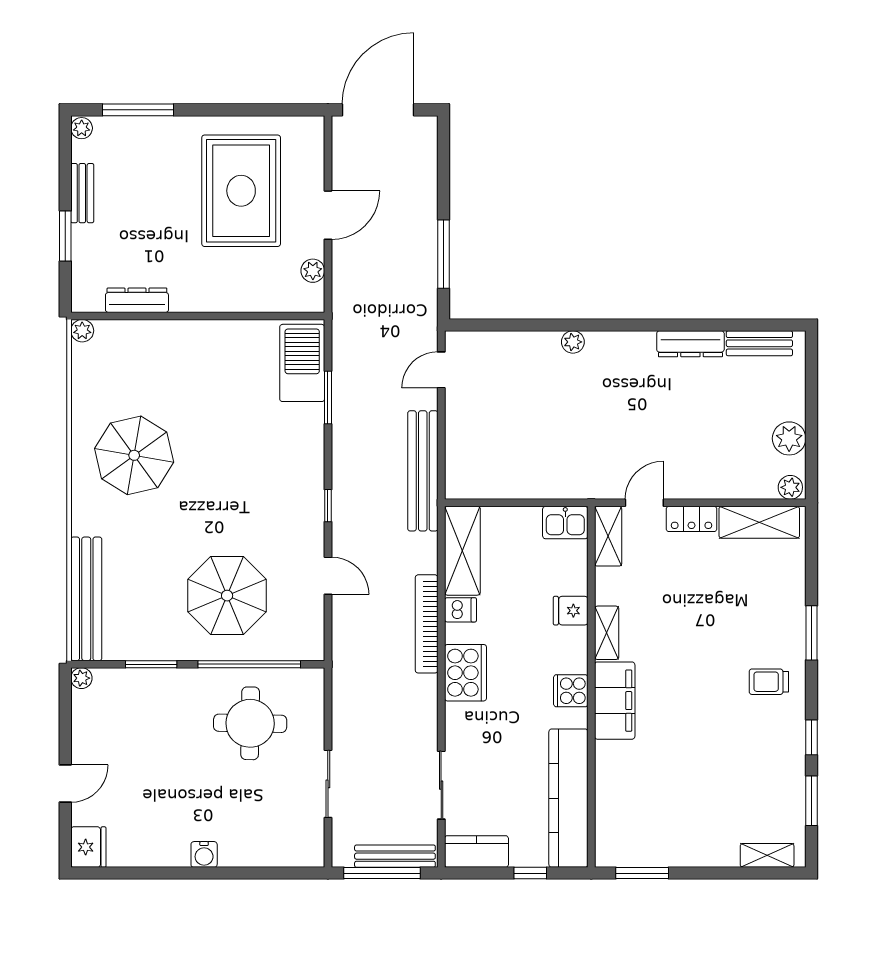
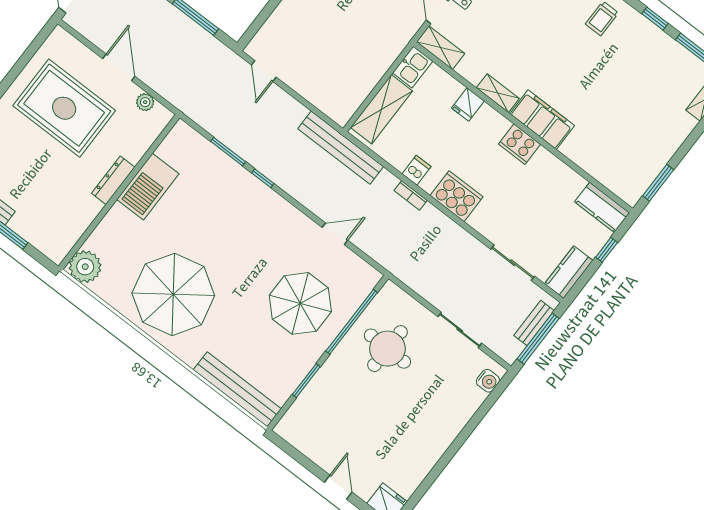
dresser: (137, 300) -> (113, 180), moved
plant: (82, 331) -> (85, 267), width x1.88, depth x1.88
barbecue: (302, 363) -> (148, 187), moved, turned -90
parasol: (134, 455) -> (173, 294), width x1.36, depth x1.36
bench: (423, 471) -> (341, 148), moved
window: (328, 506) -> (263, 178), moved
shelving: (462, 551) -> (381, 109), moved, turned 90
bookcase: (427, 624) -> (411, 195), width x0.43, depth x0.76
plant: (81, 678) -> (283, 429), removed
cooker: (571, 691) -> (519, 144), width x1.36
kitchen counter: (568, 798) -> (602, 207), width x0.48, depth x0.86
water cooler: (204, 854) -> (488, 381), moved
bench: (395, 856) -> (534, 323), width x0.73

